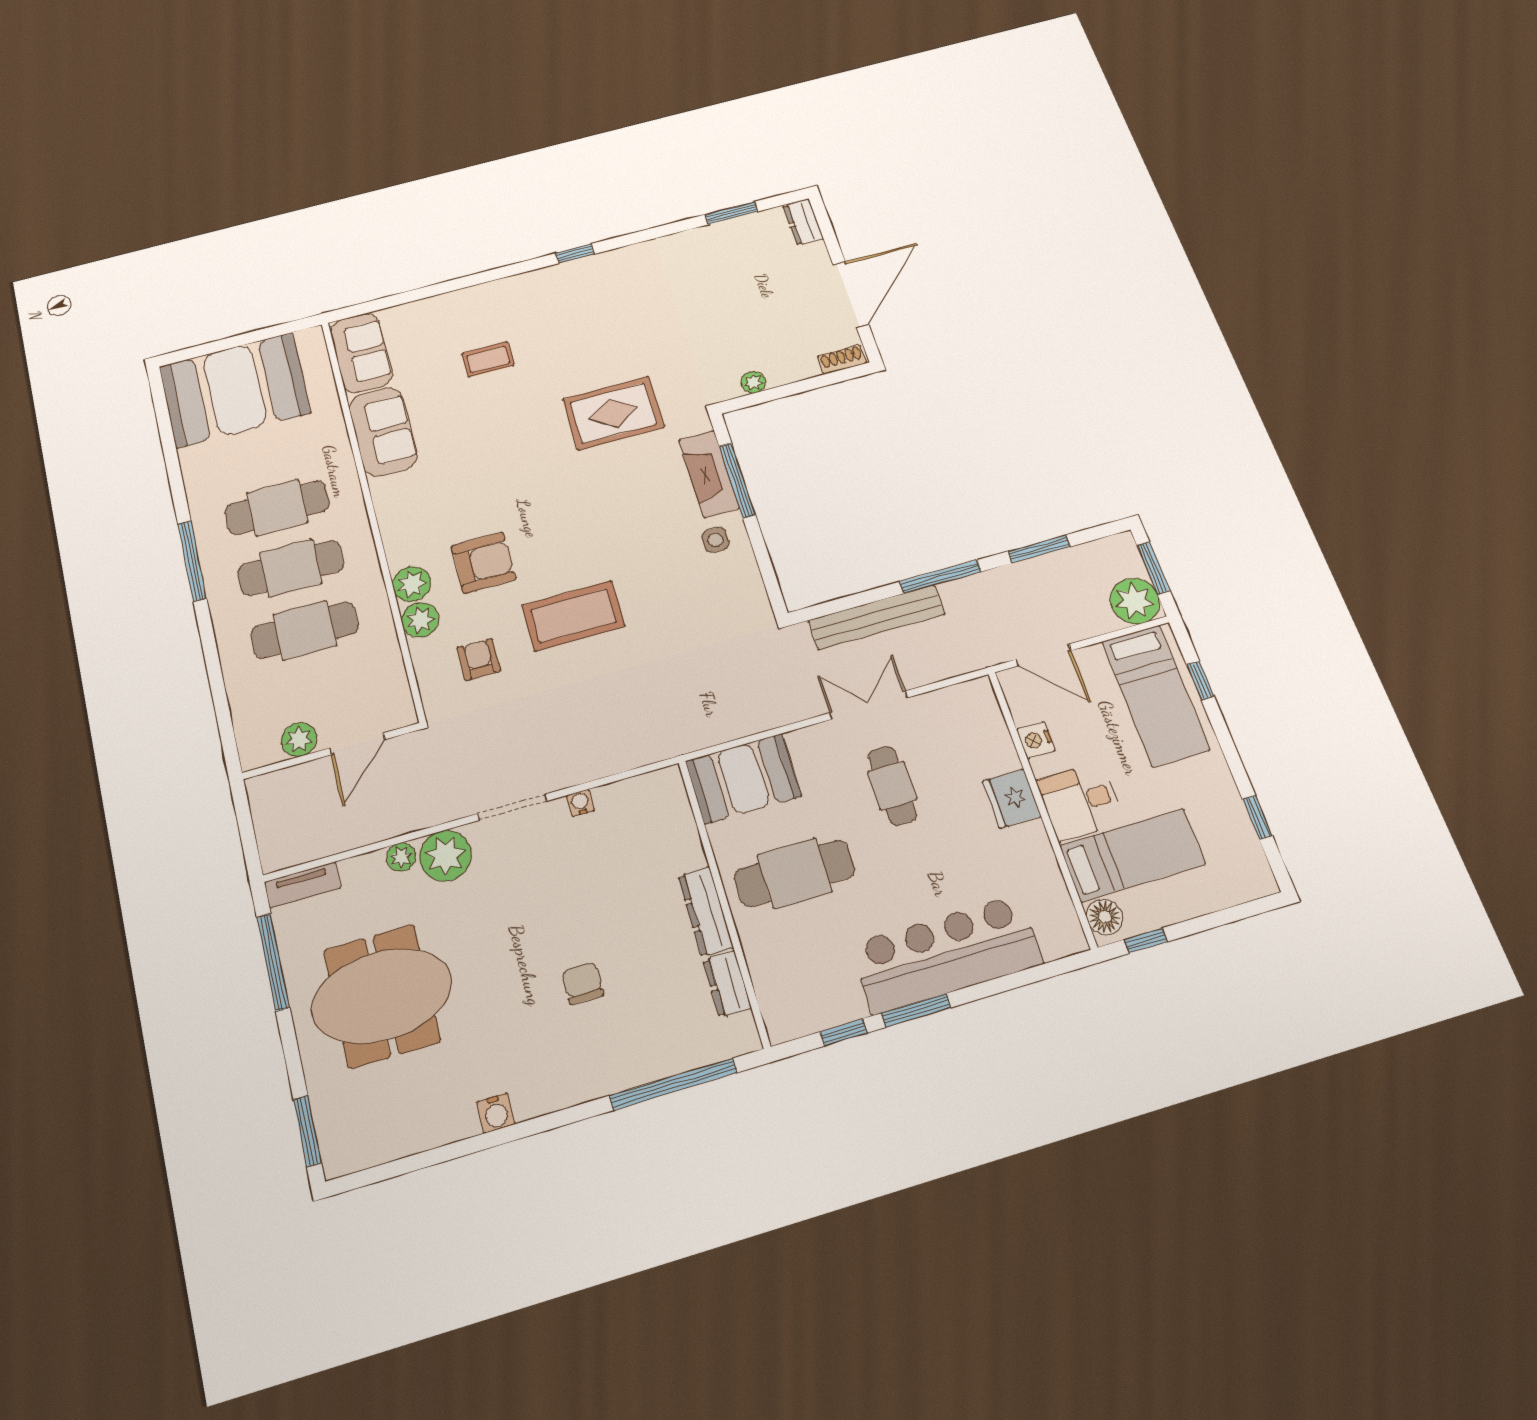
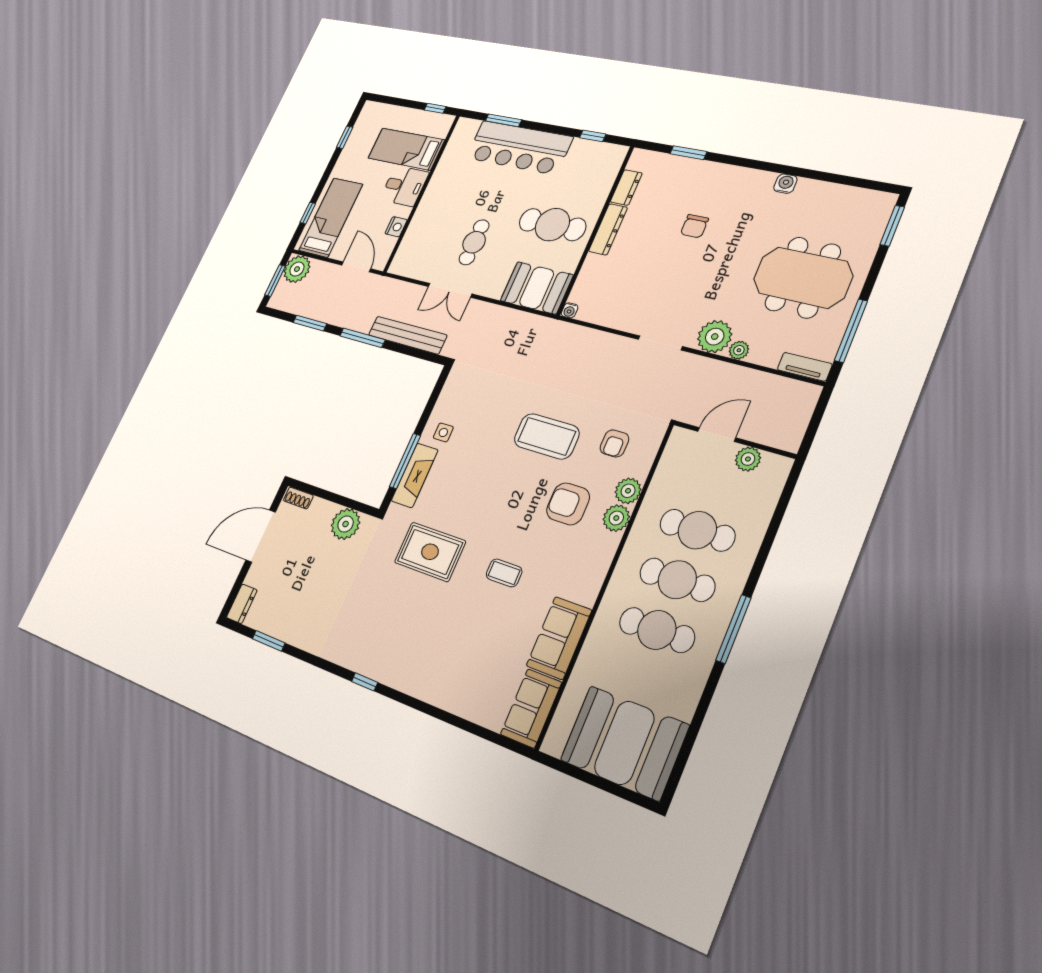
coffee table: (488, 359) -> (504, 573), moved
plant: (753, 382) -> (346, 524), width x1.88, depth x1.88
fridge: (1012, 799) -> (430, 205), removed
water cooler: (580, 803) -> (570, 310), moved
floor lamp: (1105, 917) -> (441, 128), removed
window: (916, 1010) -> (503, 120), moved
window: (673, 1084) -> (688, 153), width x0.47

